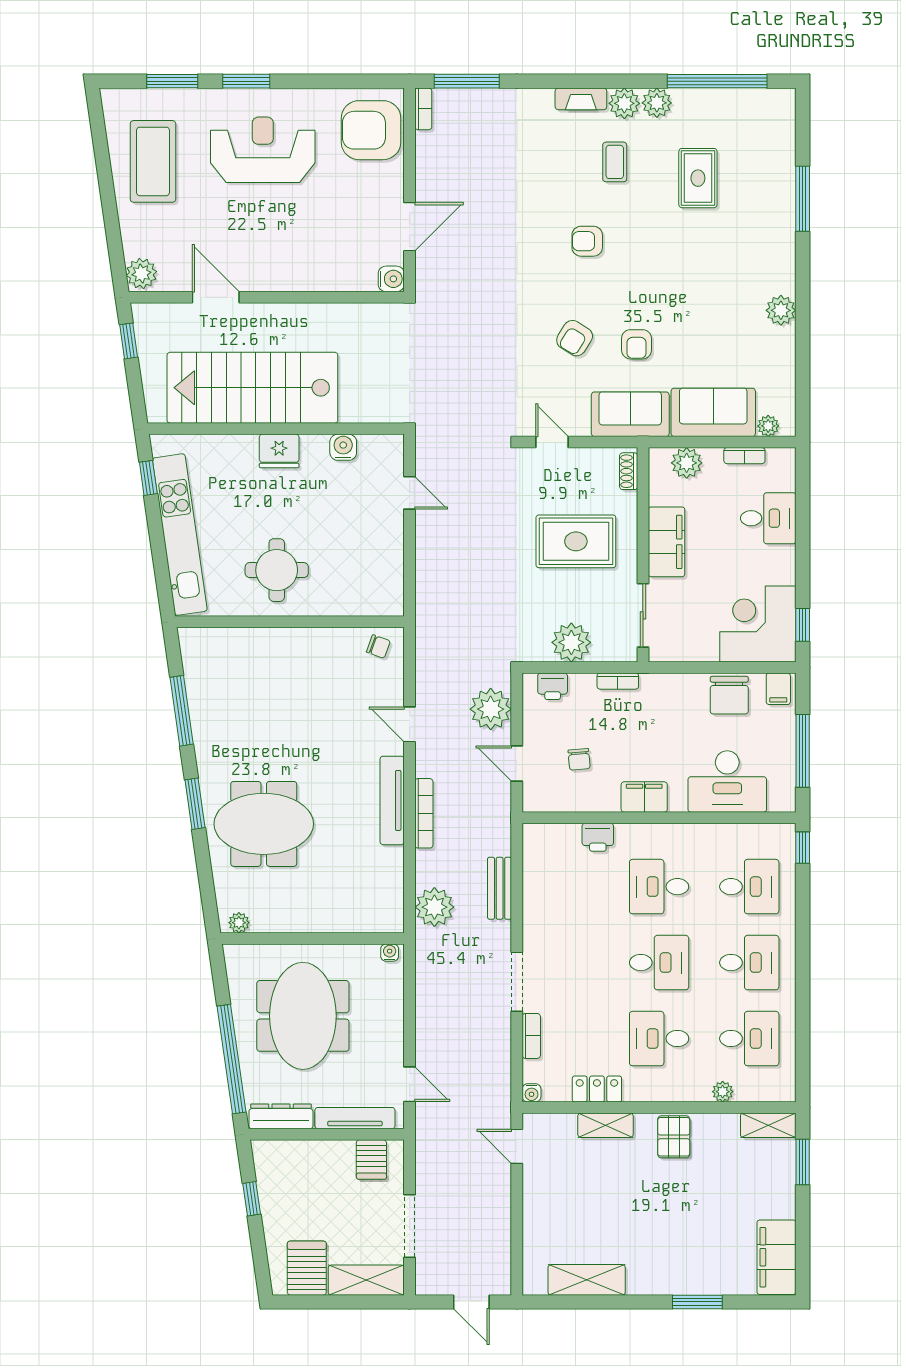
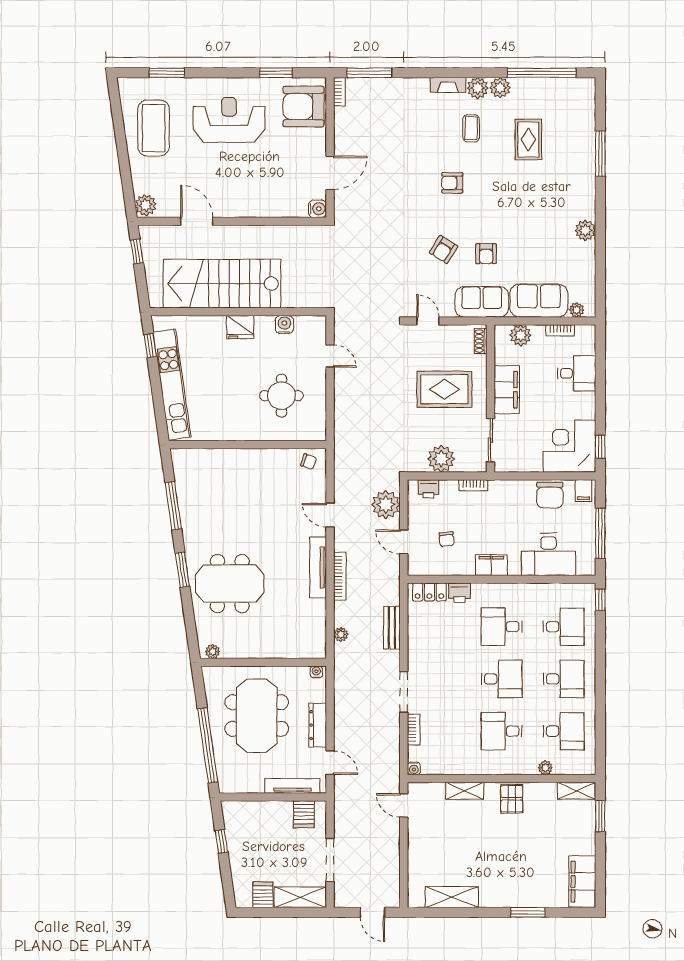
window: (246, 81) -> (276, 73), moved
round table: (277, 570) -> (281, 396), moved
plant: (434, 907) -> (341, 634), width x0.53, depth x0.53
locker: (597, 1089) -> (429, 592), moved, turned 180
dresser: (281, 1116) -> (318, 725), moved, turned -90
server rack: (307, 1268) -> (263, 895), width x0.73, depth x0.70

